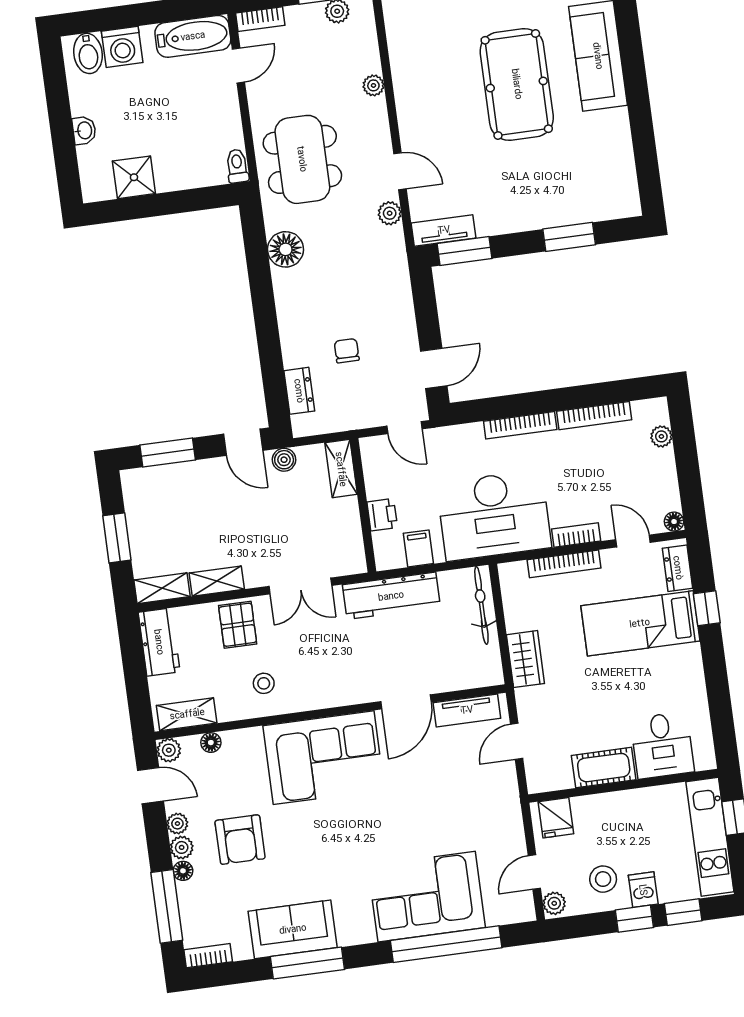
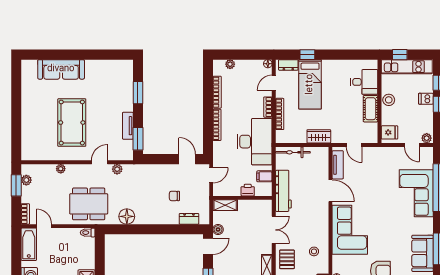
pool table: (517, 84) -> (72, 123), moved, turned 90
tv unit: (444, 230) -> (128, 126), moved
pallet: (238, 625) -> (287, 259), turned 90
stool: (603, 879) -> (389, 100), moved

